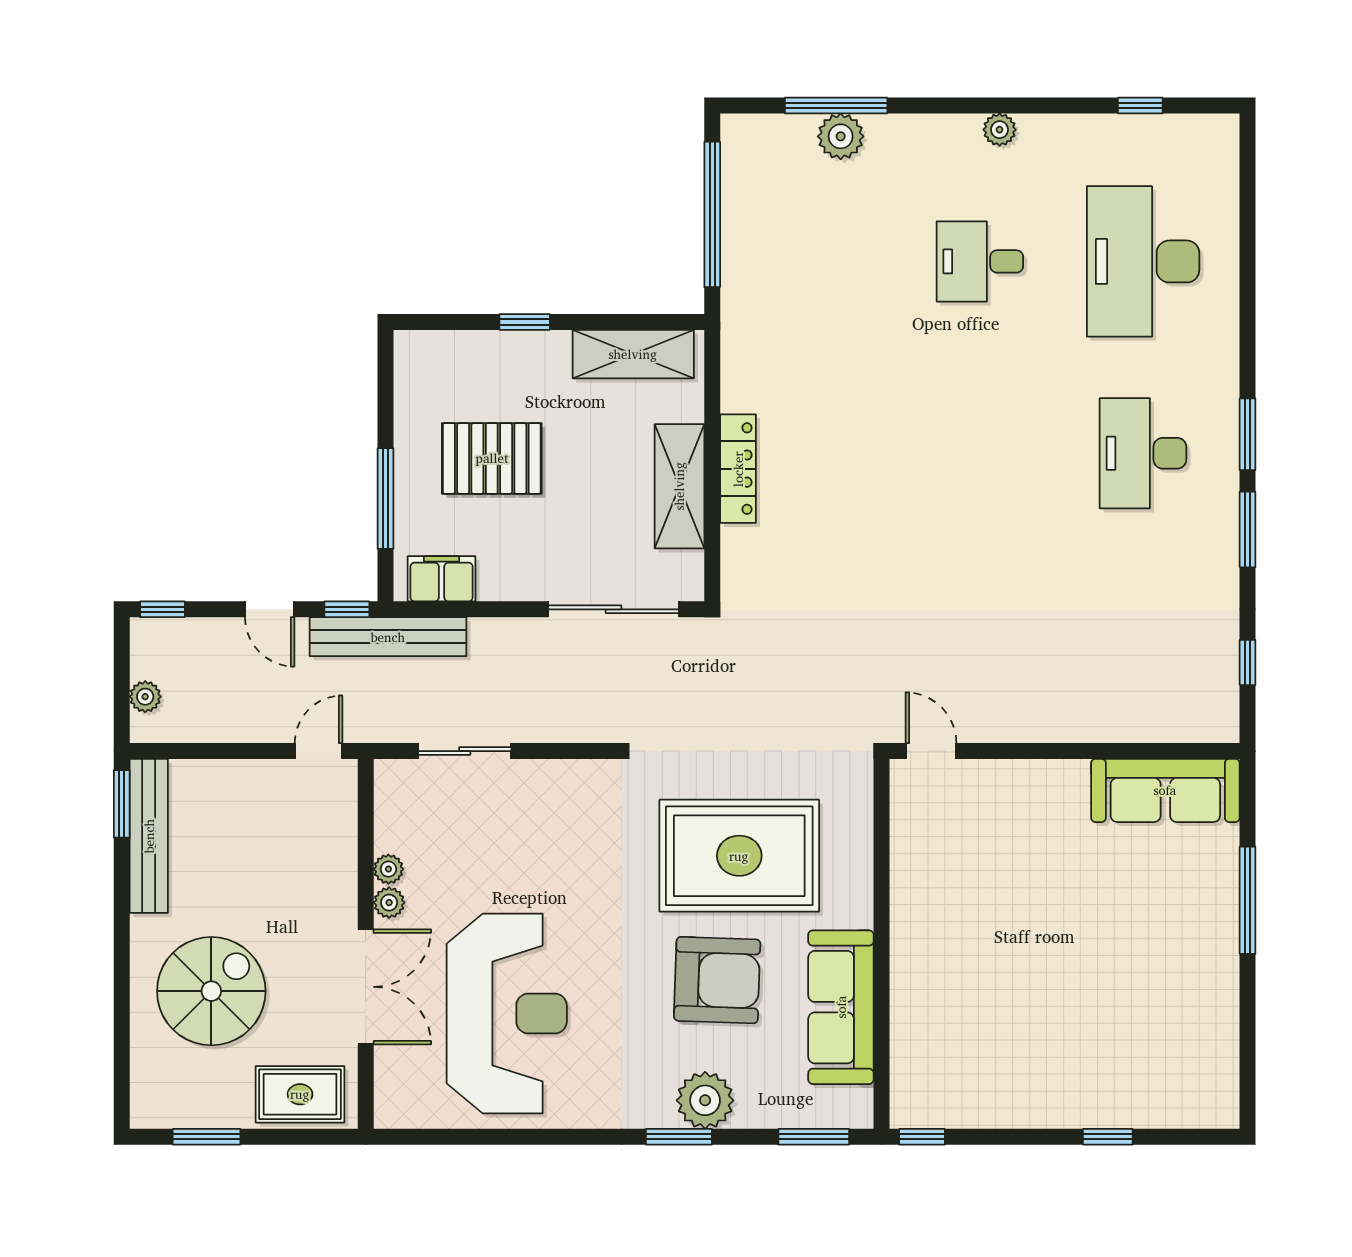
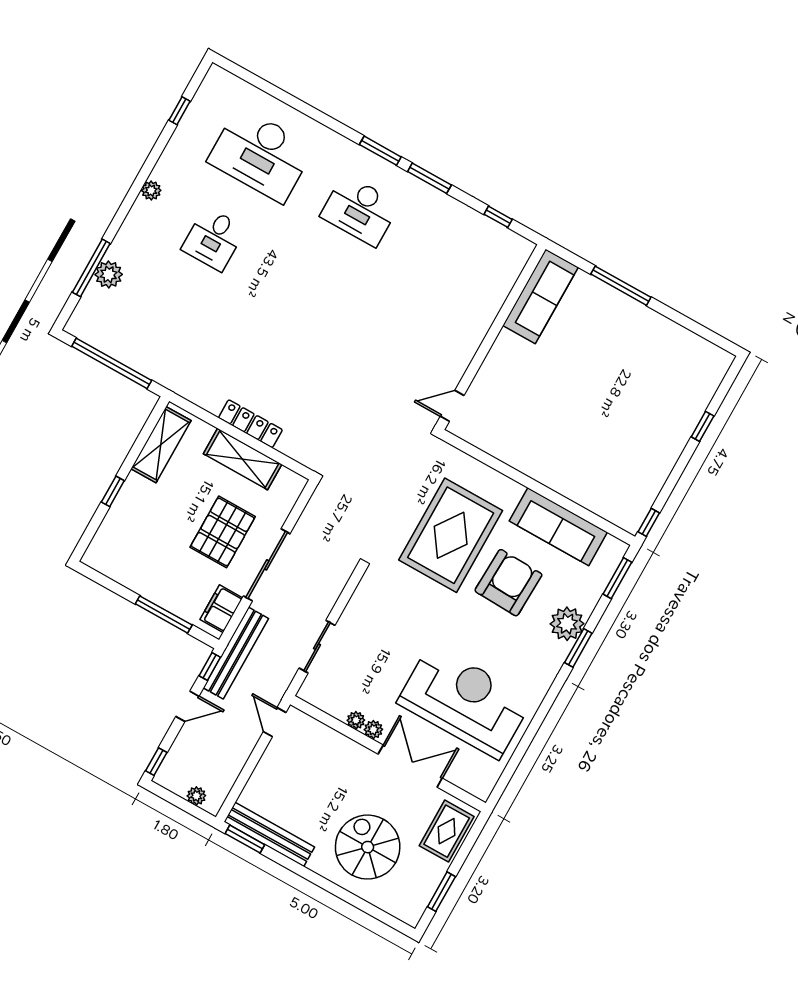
pallet: (492, 458) -> (223, 532), moved
sliding door: (613, 609) -> (267, 565), moved

